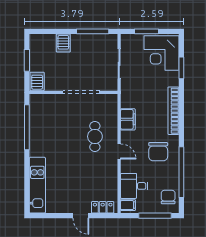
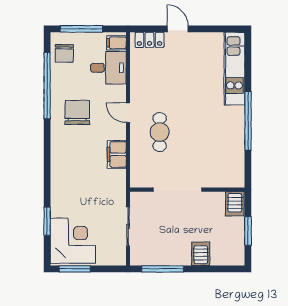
window: (147, 31) -> (75, 269), moved
bookcase: (173, 111) -> (57, 166), removed
window: (27, 127) -> (248, 121), moved

